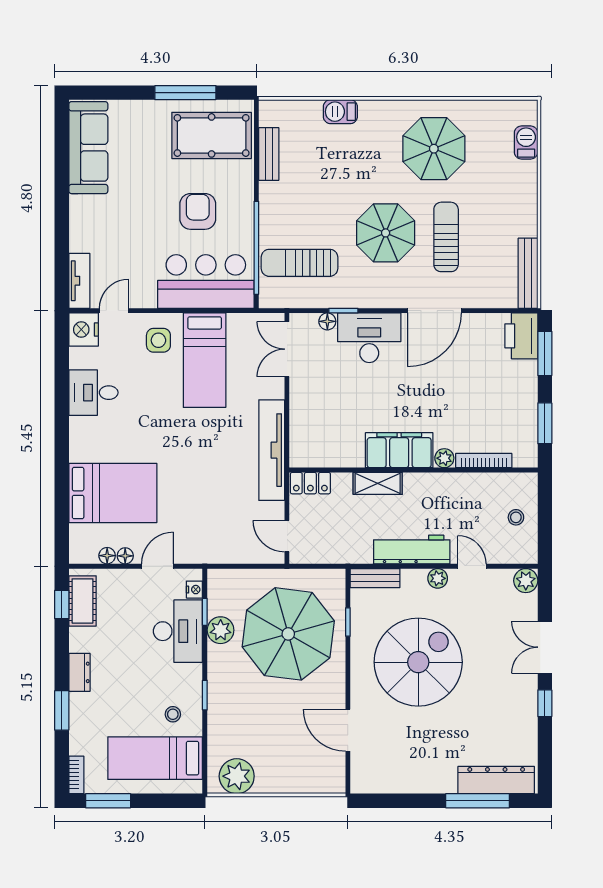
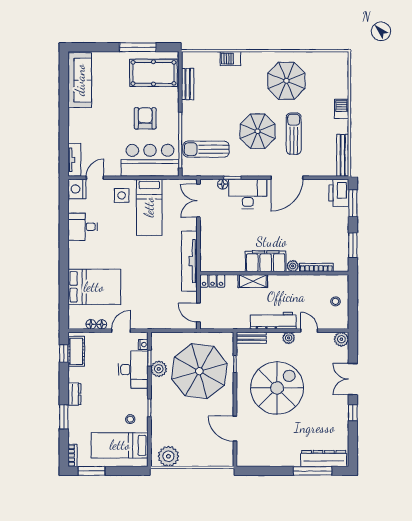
barbecue: (526, 143) -> (342, 109), moved

